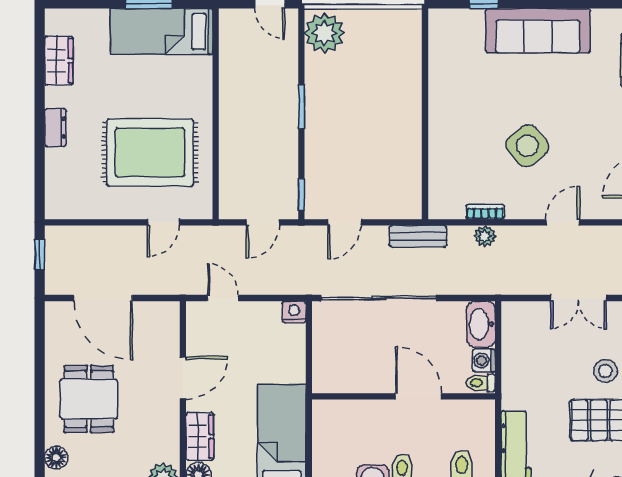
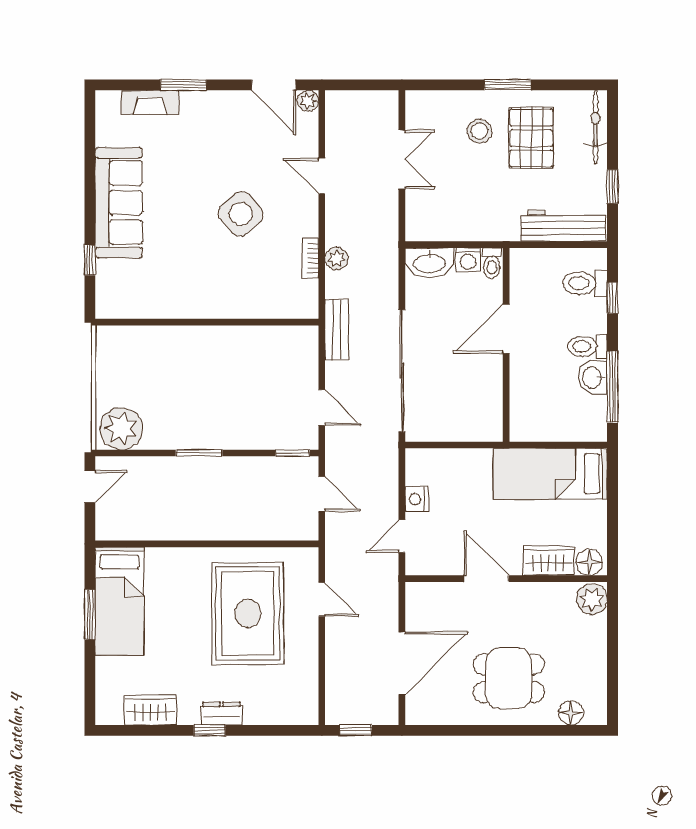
window: (40, 116) -> (210, 730), added
nightstand: (294, 312) -> (417, 499), moved

